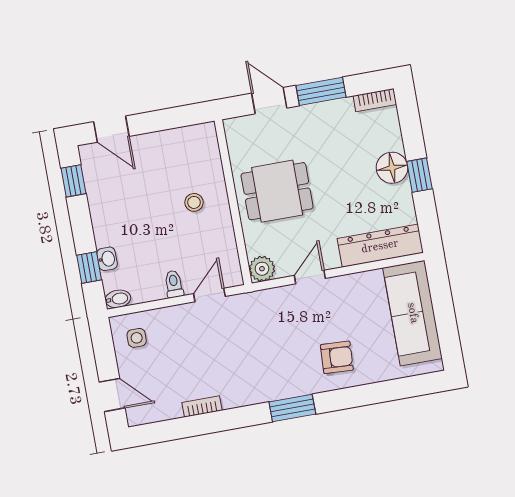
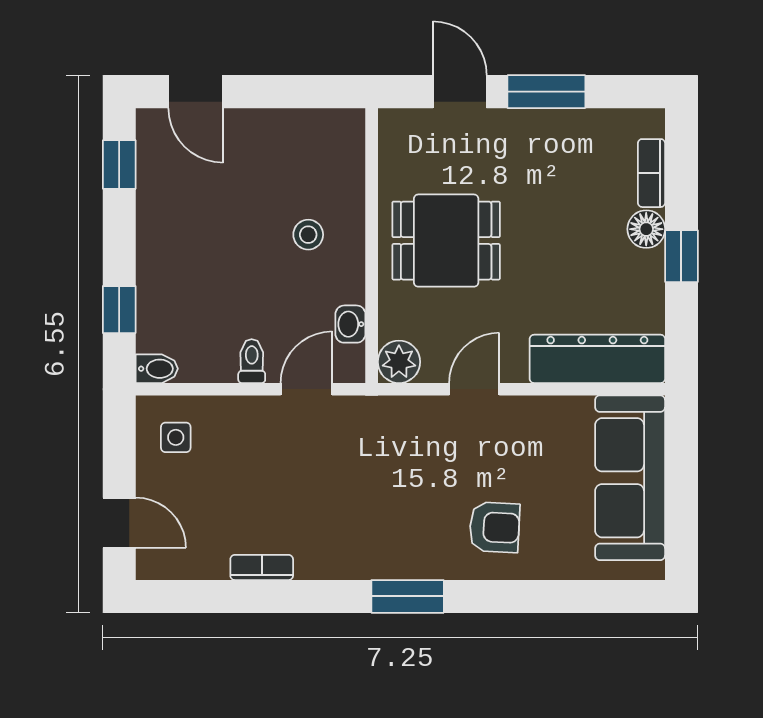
bookcase: (375, 100) -> (651, 173), moved, turned 90
floor lamp: (392, 168) -> (646, 229), width x0.73, depth x0.73
washbasin: (107, 259) -> (350, 324), moved, turned 180

